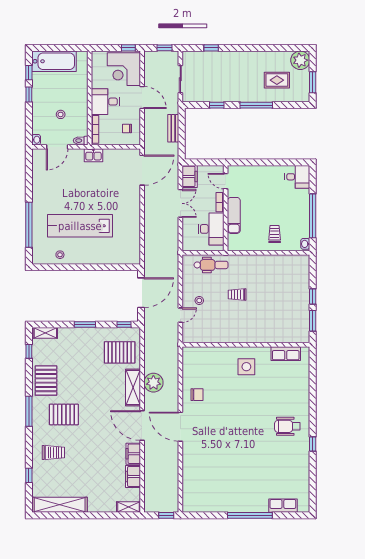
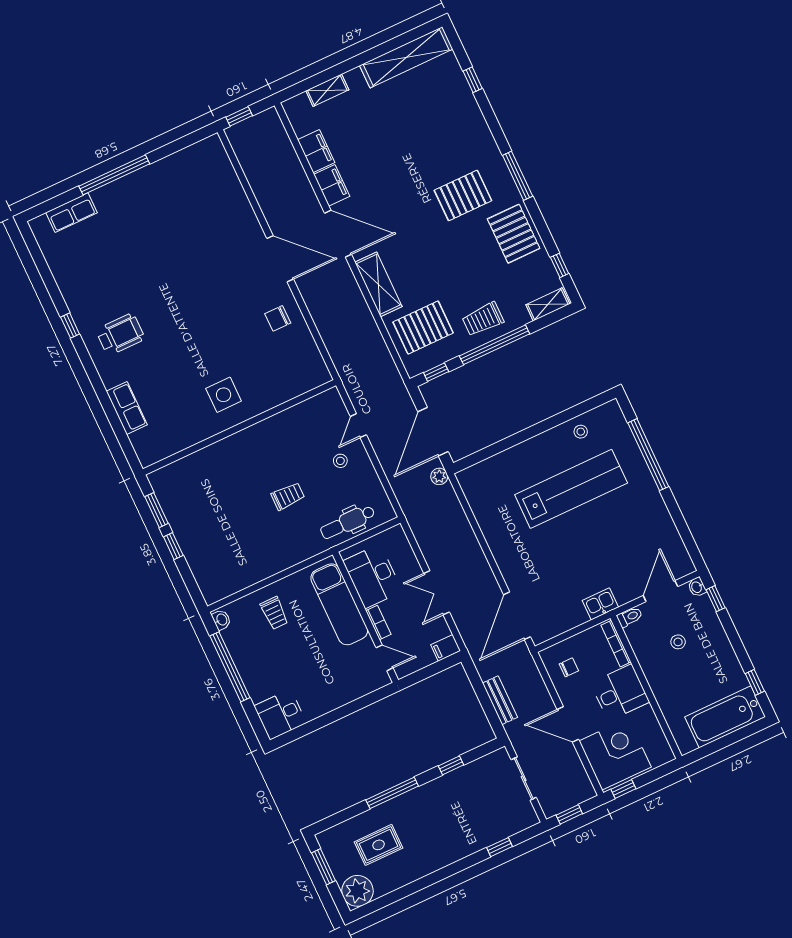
window: (29, 94) -> (716, 599), moved
filing cabinet: (190, 176) -> (446, 648), width x0.50
exam couch: (234, 215) -> (339, 604), width x1.36, depth x1.45
window: (85, 325) -> (494, 345), width x2.11
row of seats: (286, 354) -> (127, 408), moved, turned 90
plant: (153, 383) -> (439, 476), moved, width x0.53, depth x0.53
trolley: (53, 453) -> (483, 319), moved
shelving: (129, 507) -> (327, 90), moved

